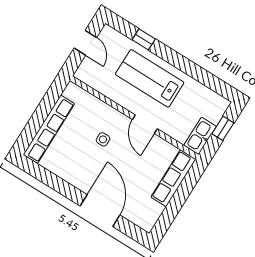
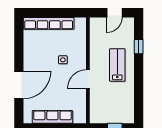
lab bench: (150, 78) -> (117, 65), width x0.73, depth x0.72
kitchen sink: (200, 136) -> (102, 117), removed
row of seats: (173, 178) -> (52, 117), moved

